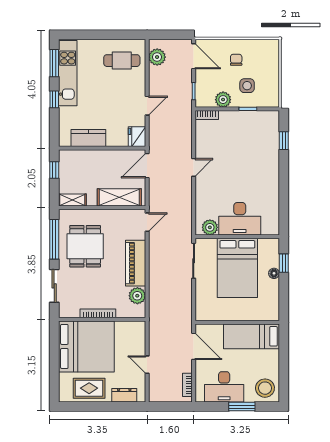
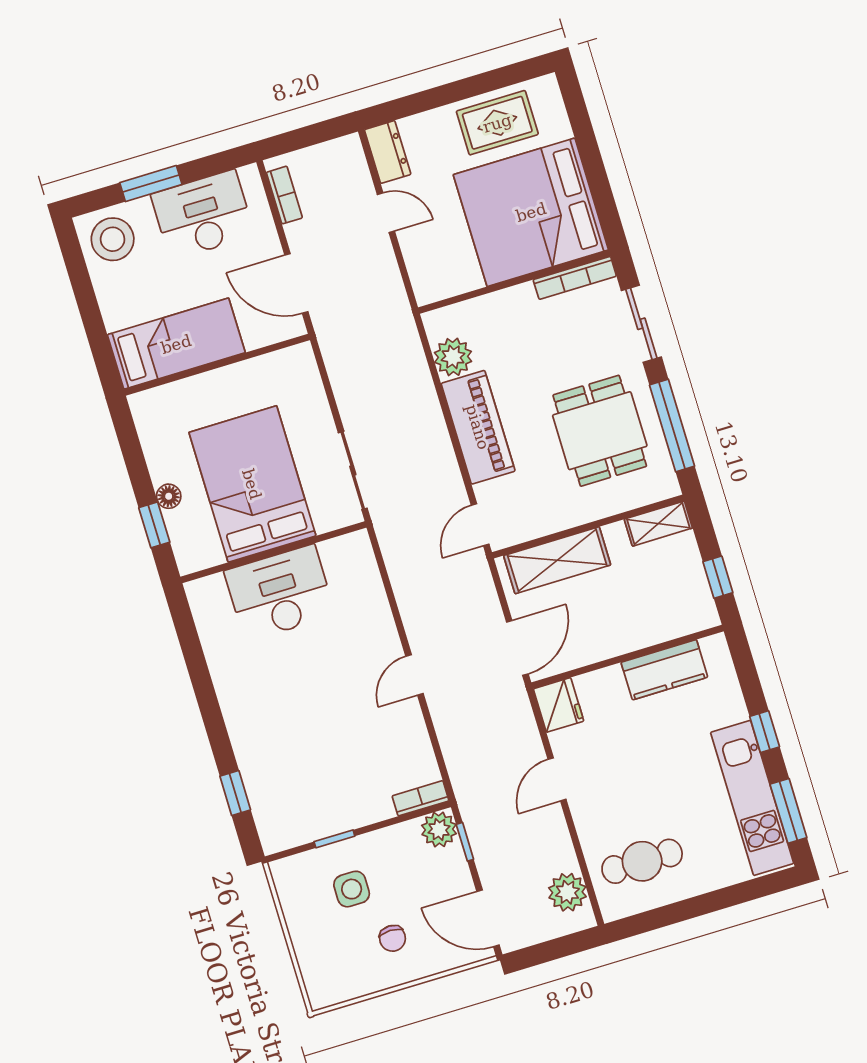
plant: (223, 100) -> (439, 829), moved
plant: (210, 227) -> (339, 554), removed
bookcase: (98, 313) -> (575, 278), moved
dresser: (124, 395) -> (388, 152), moved, turned -90

